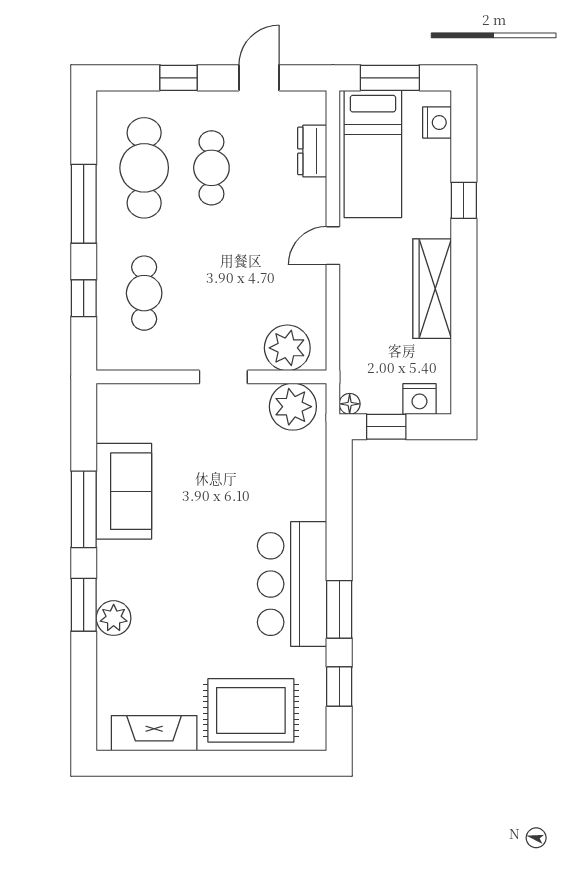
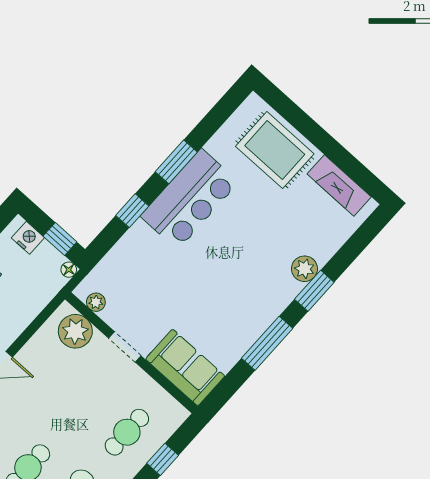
plant: (293, 407) -> (96, 302), width x0.53, depth x0.53
sofa: (124, 491) -> (185, 368), moved, turned 90
window: (339, 687) -> (132, 211), moved

